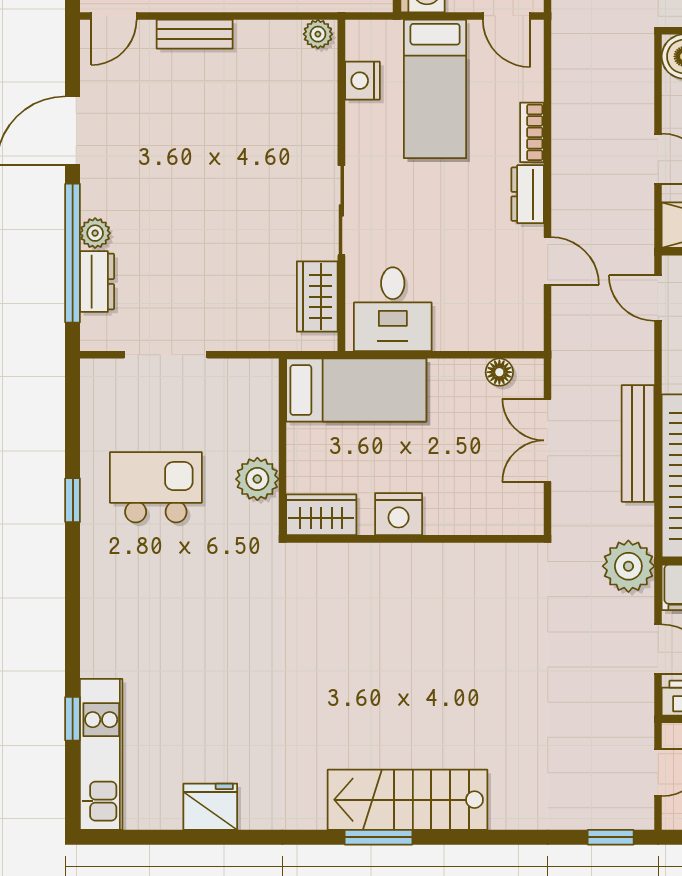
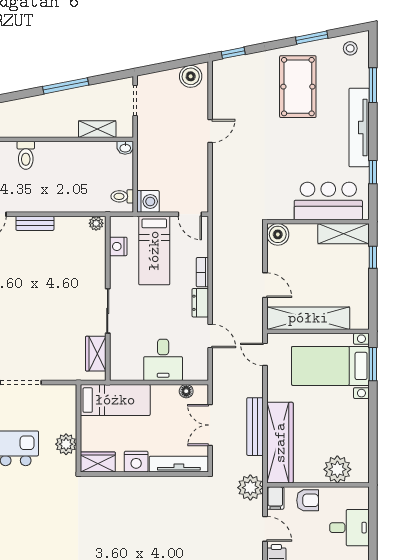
desk: (393, 309) -> (163, 360), moved
tv unit: (484, 519) -> (179, 464), added

